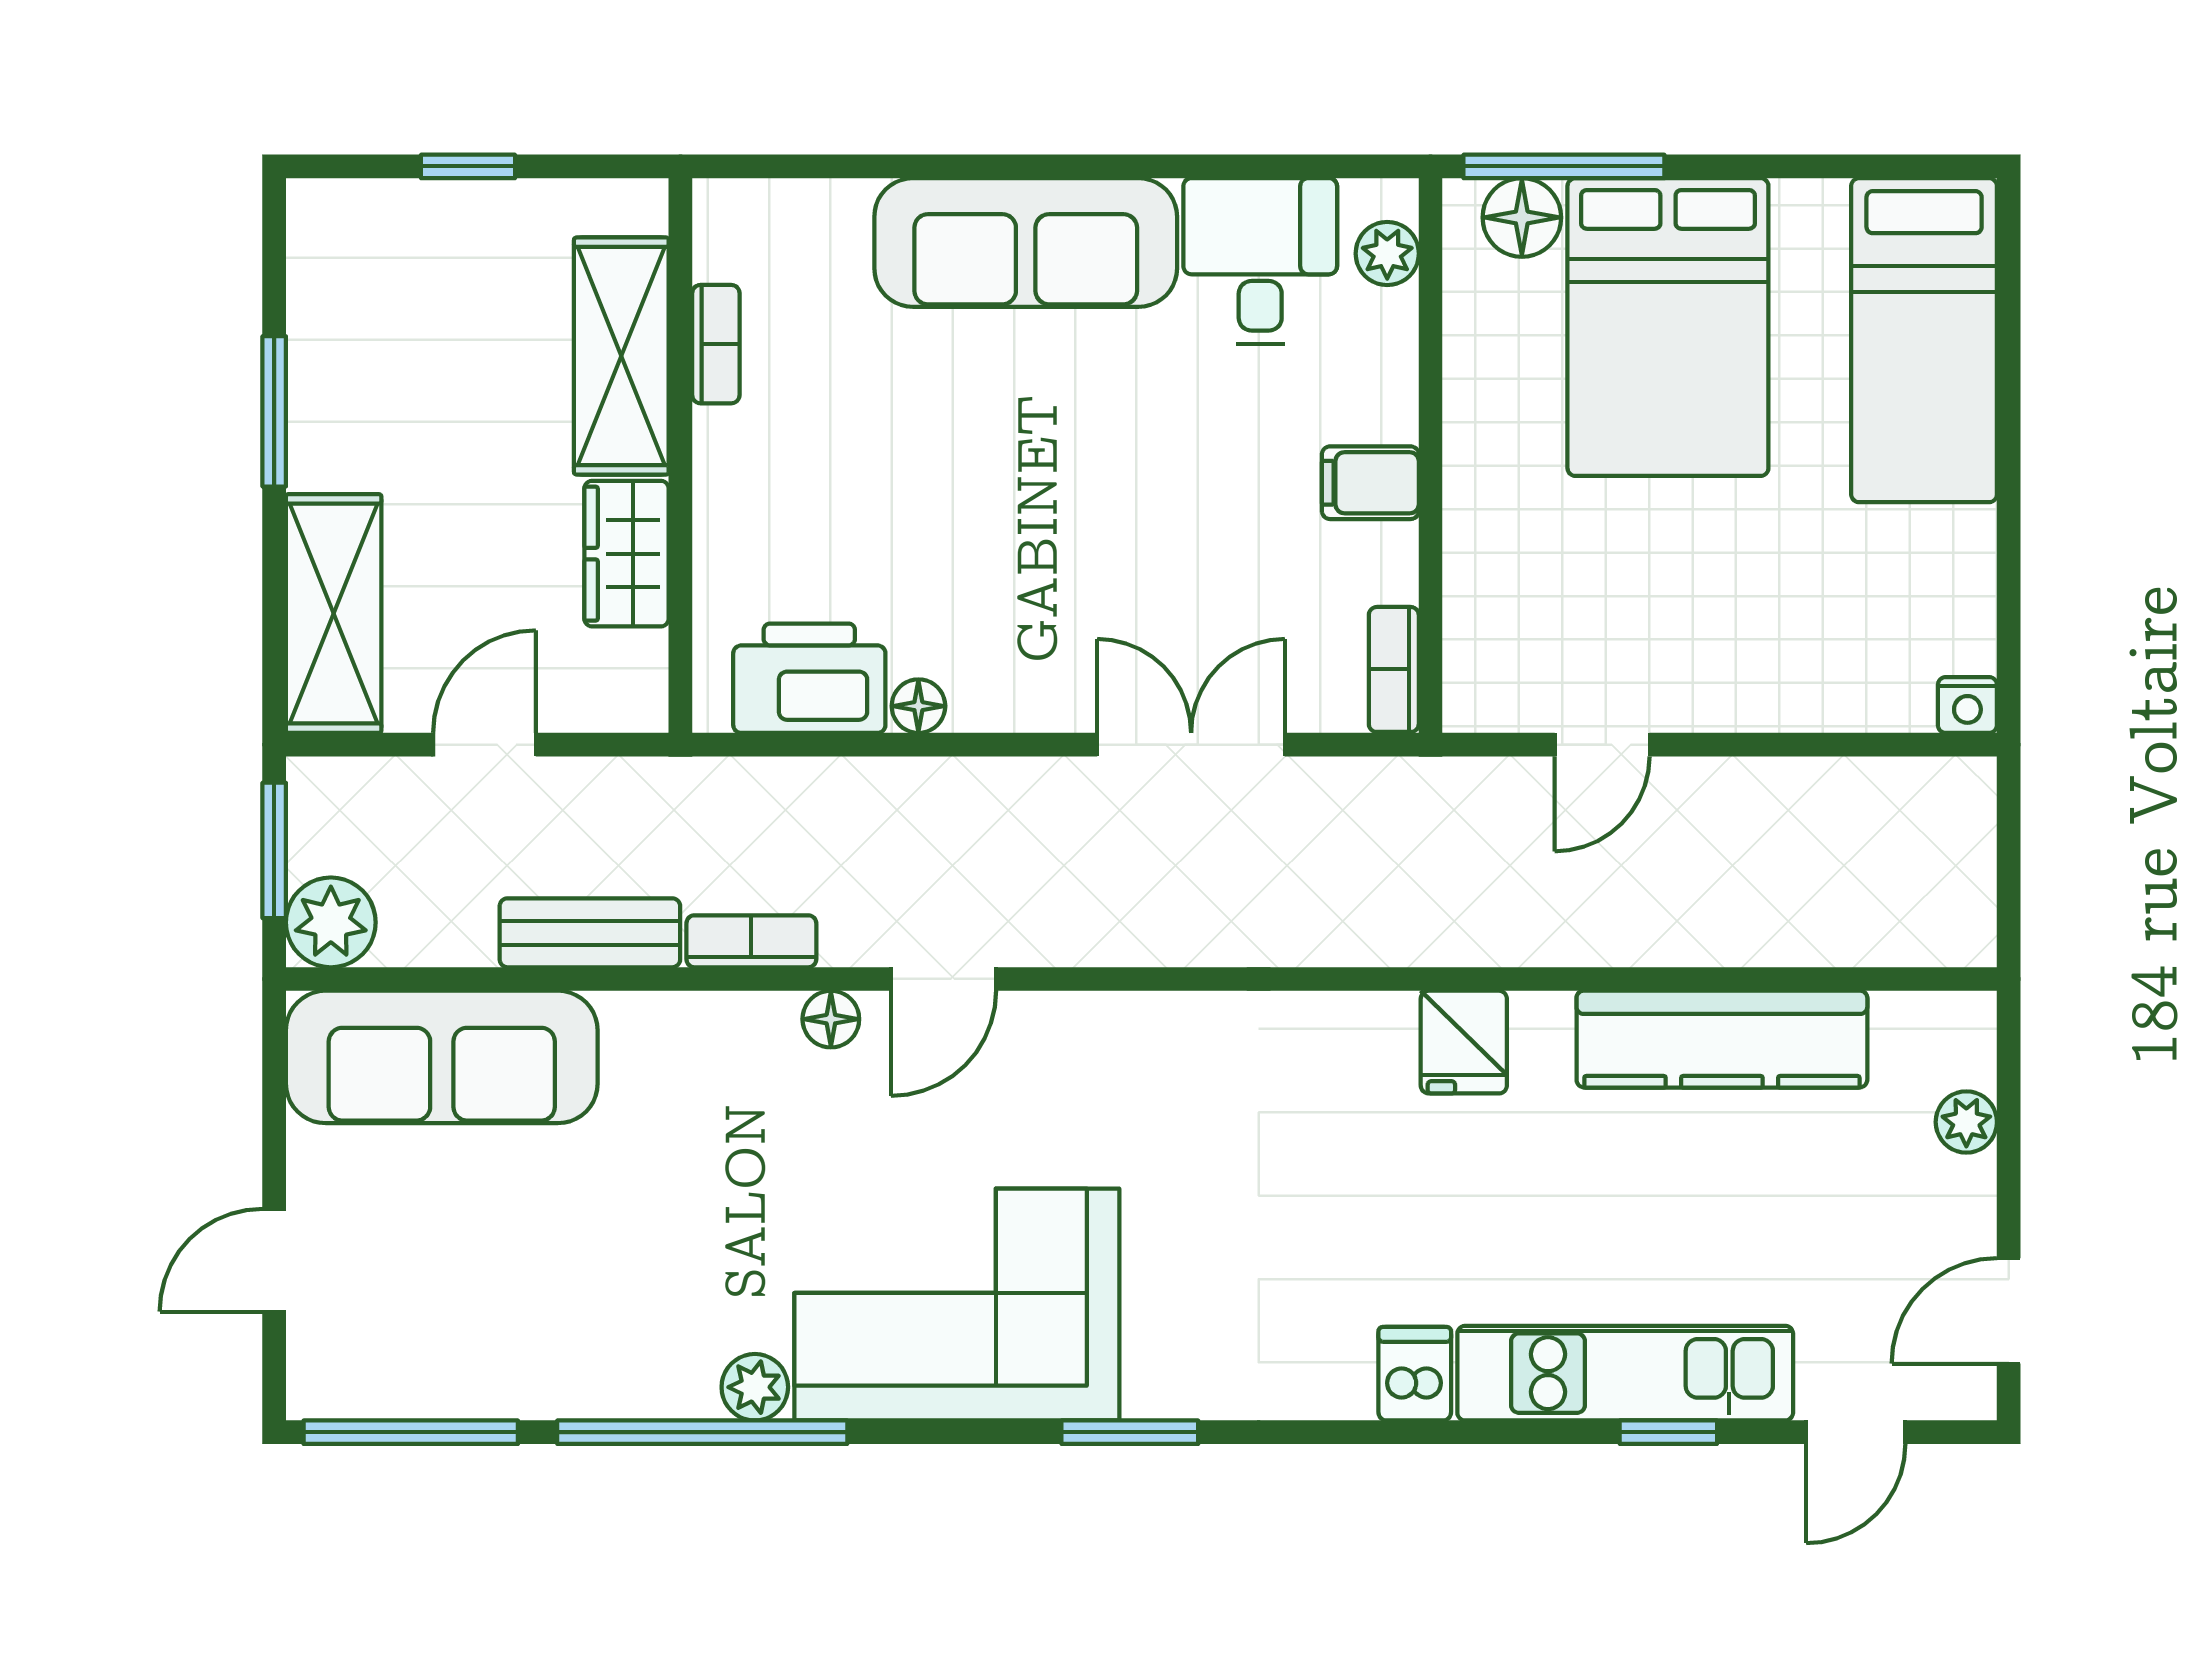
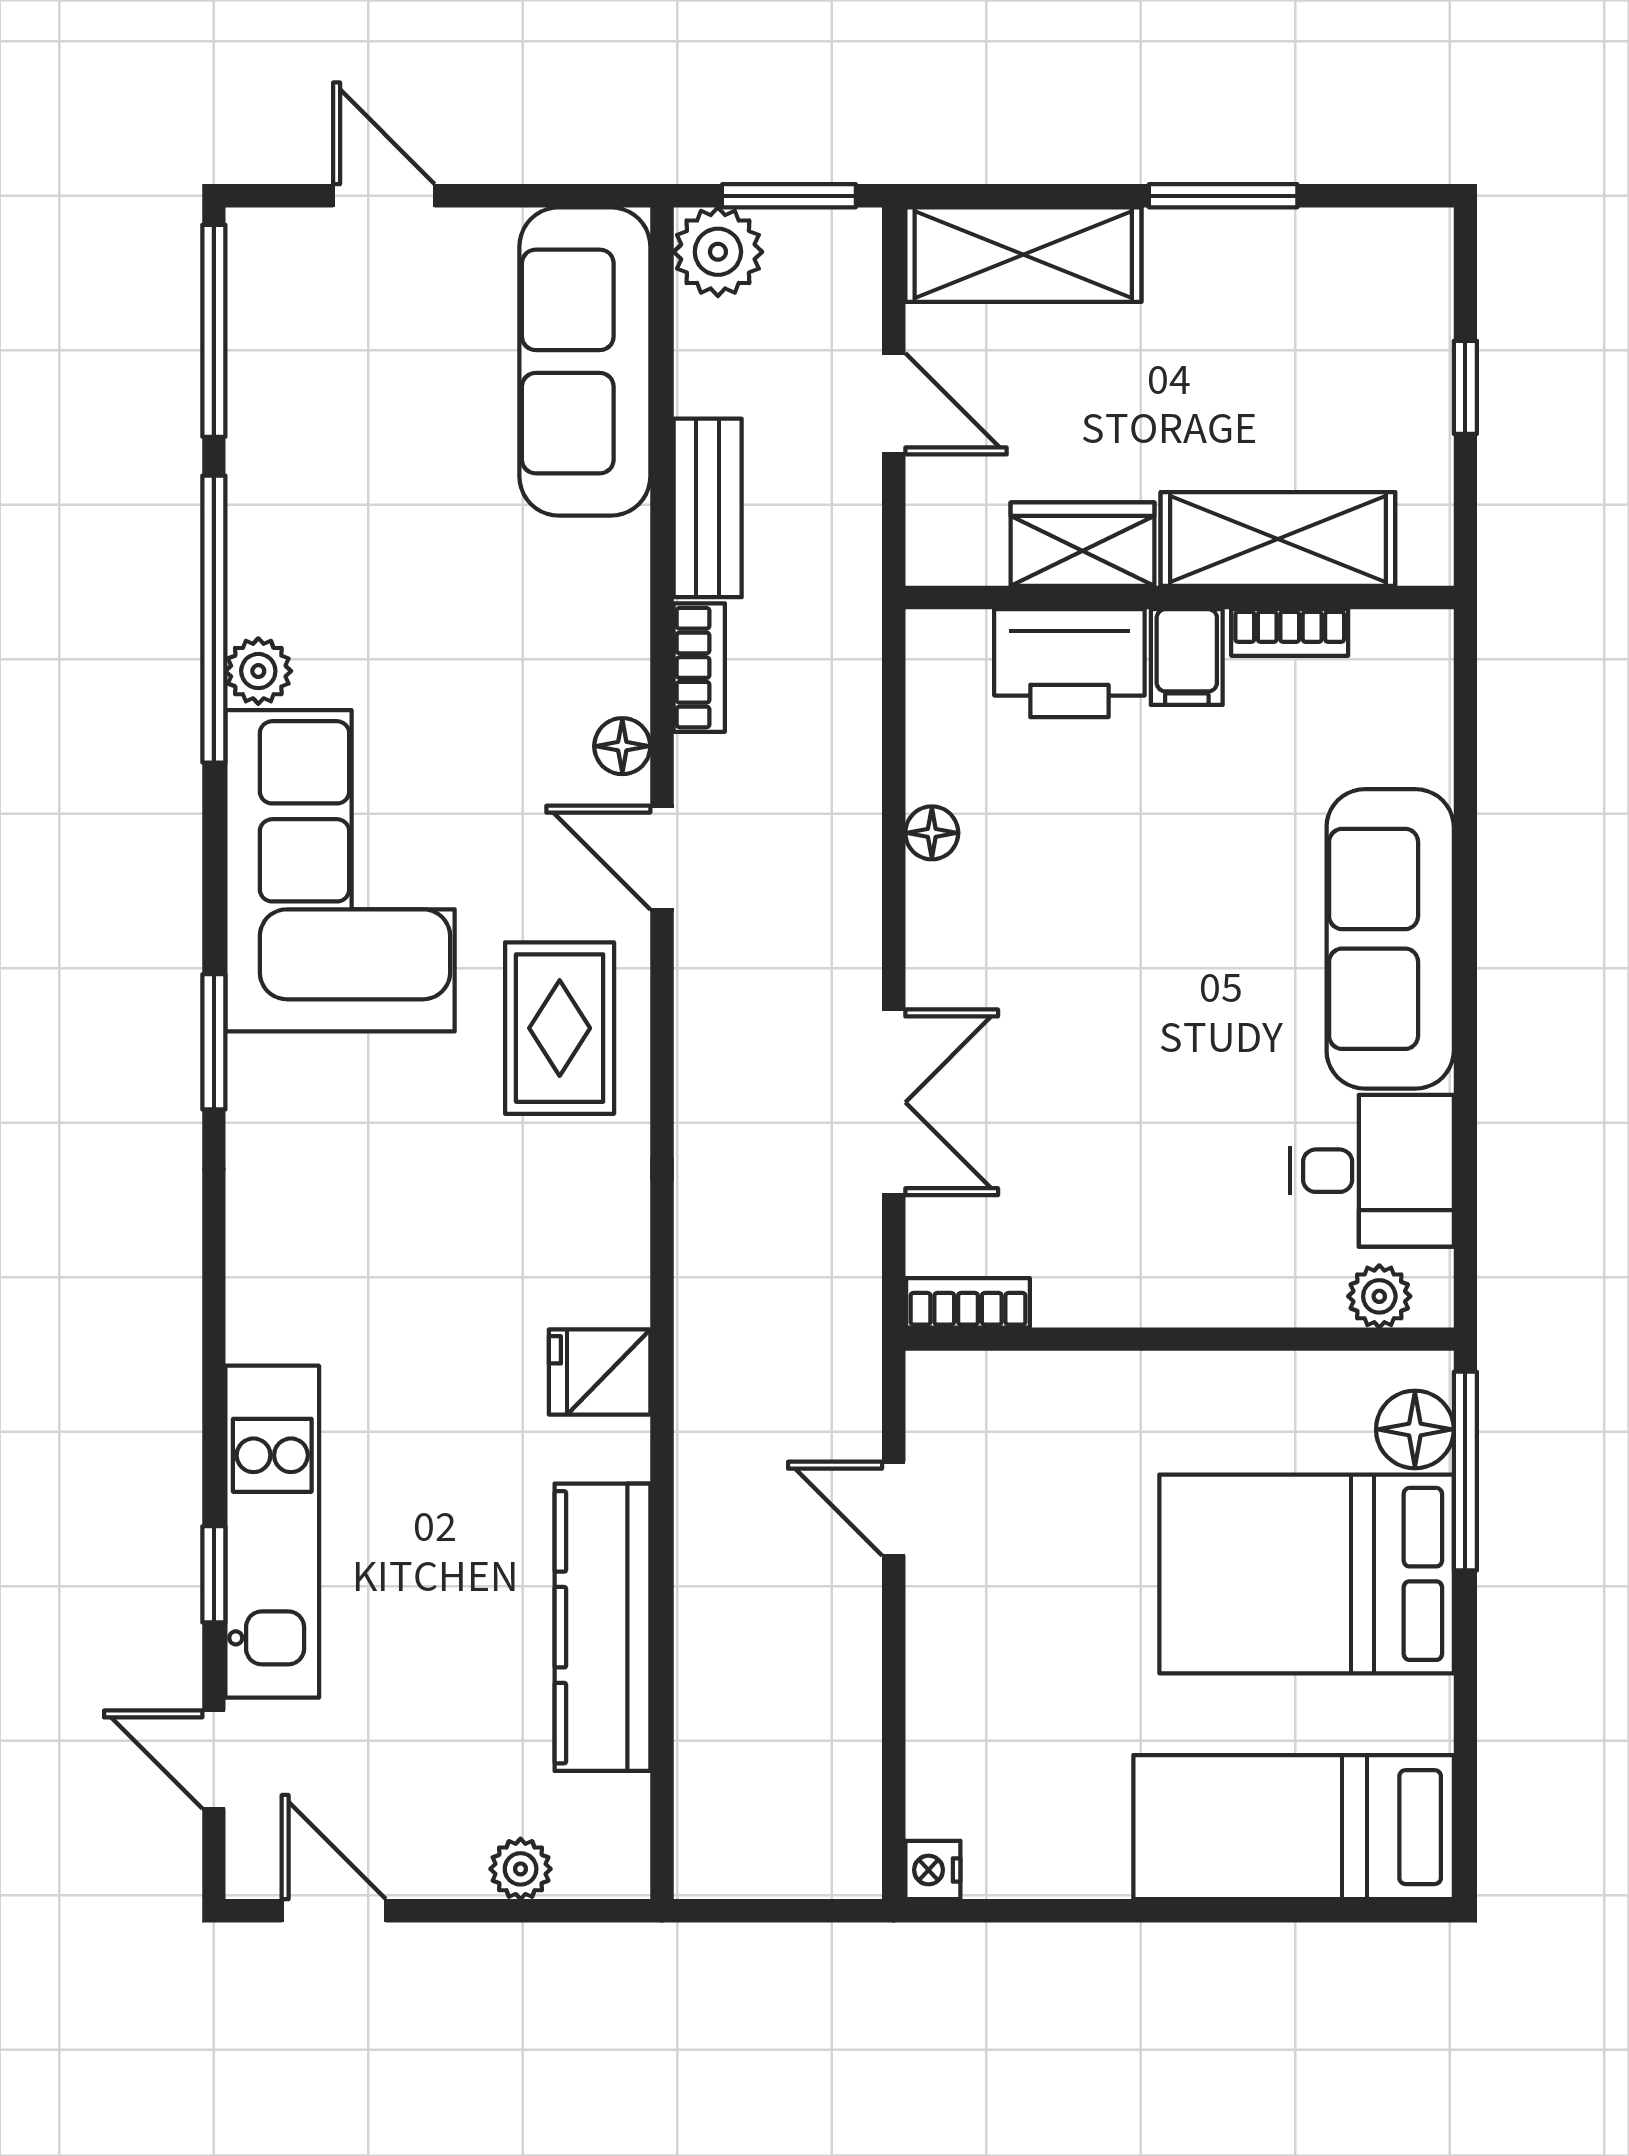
filing cabinet: (1370, 483) -> (1187, 657), moved, turned 180
printer: (809, 678) -> (1069, 663), moved, turned 90
rug: (1116, 1083) -> (560, 1028), added
dishwasher: (1415, 1374) -> (272, 1324), removed

